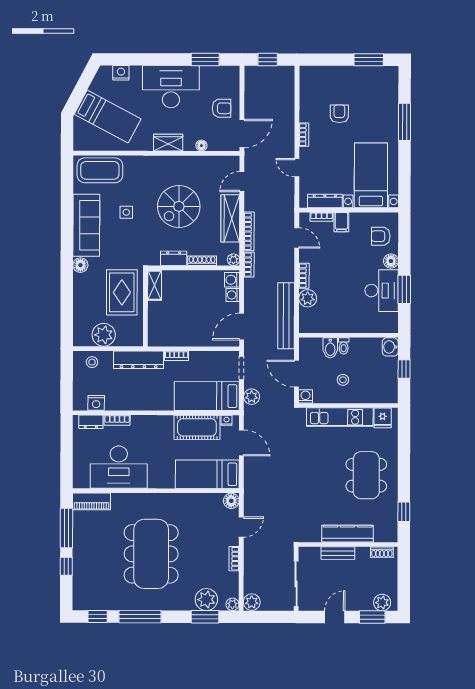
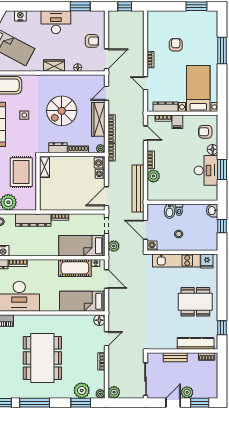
desk: (171, 87) -> (56, 22), width x0.73, depth x0.77
dining table: (366, 475) -> (195, 302), turned 90
kitchen counter: (348, 534) -> (196, 343), moved
plant: (382, 603) -> (187, 392), moved

